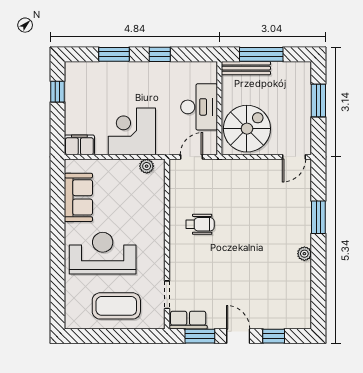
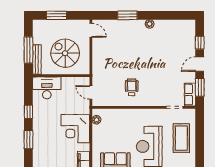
desk: (199, 107) -> (47, 88), moved
spiral stairs: (247, 129) -> (65, 53), moved

